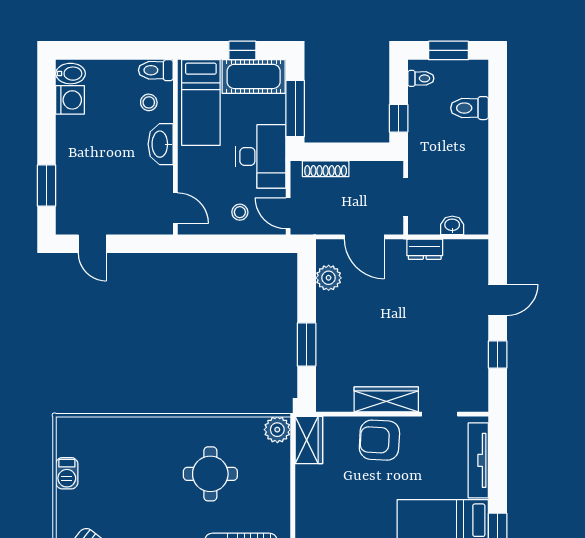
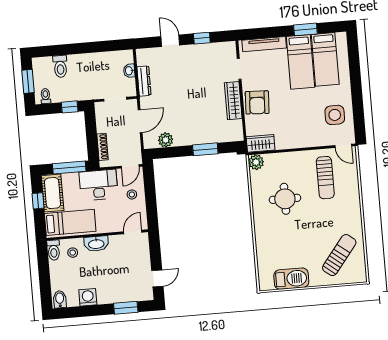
washing machine: (70, 100) -> (88, 297), moved
dresser: (425, 249) -> (144, 81), width x1.44
barbecue: (67, 473) -> (291, 279), width x1.88, depth x1.53

